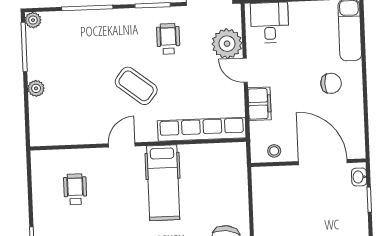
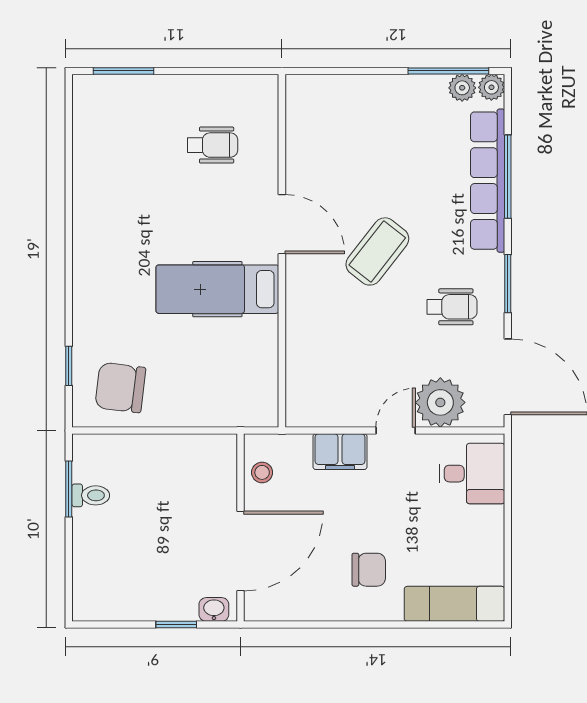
chair: (331, 83) -> (369, 570), turned -90
plant: (36, 88) -> (462, 88), moved
row of seats: (202, 129) -> (488, 181), moved, turned 180
door: (122, 145) -> (282, 224), width x1.38

